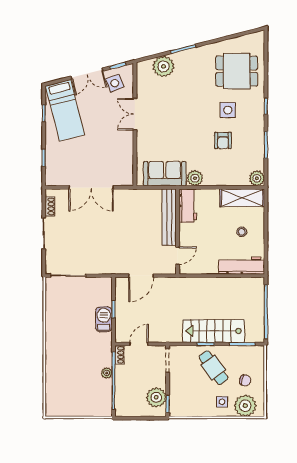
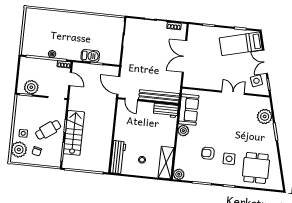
workbench: (188, 206) -> (166, 110), moved
bench: (169, 217) -> (159, 96), moved
wall: (178, 232) -> (148, 101), moved
door: (178, 256) -> (131, 100), moved

